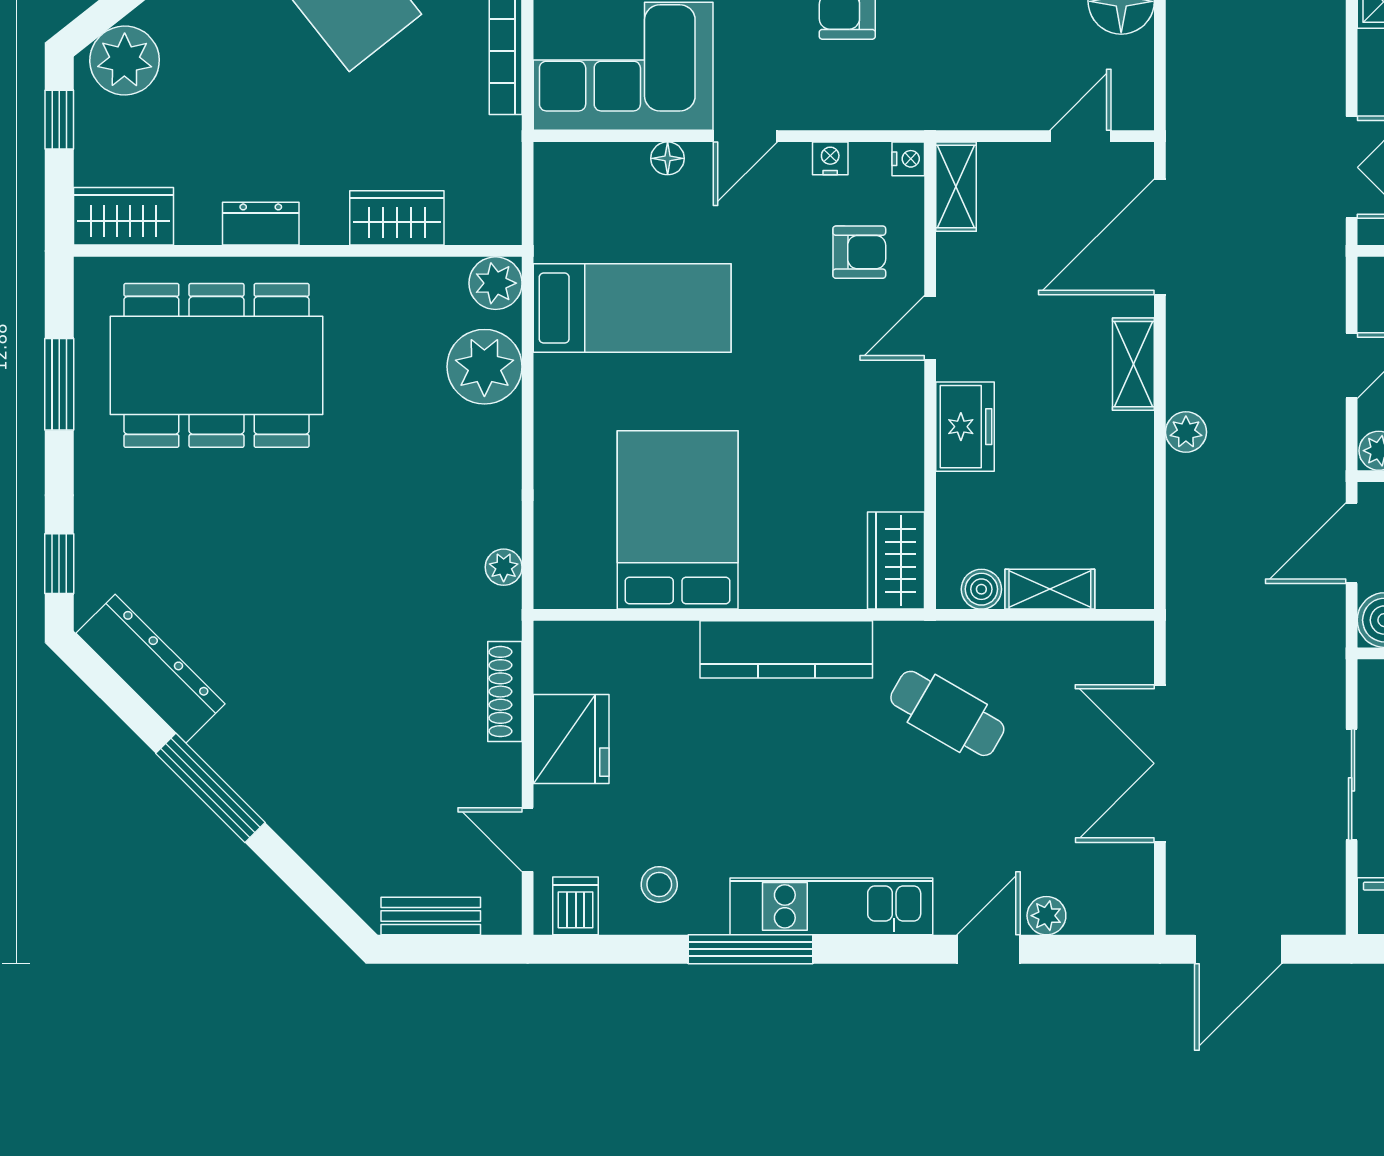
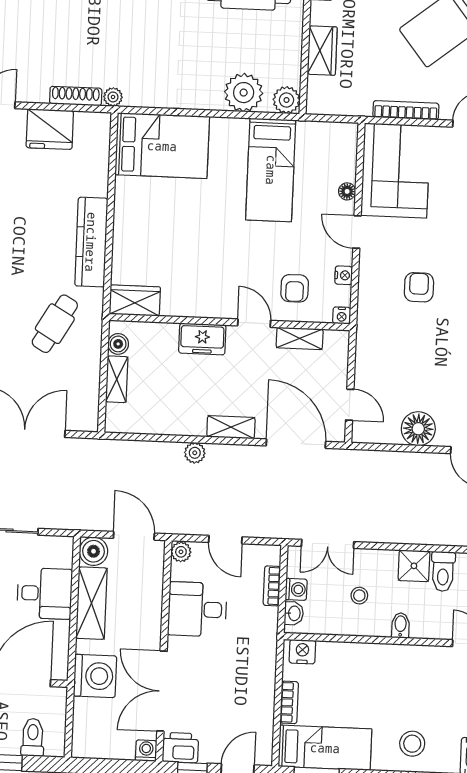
shelving: (956, 187) -> (300, 338), moved
bed: (678, 520) -> (162, 146), moved
plant: (504, 567) -> (113, 97), moved

